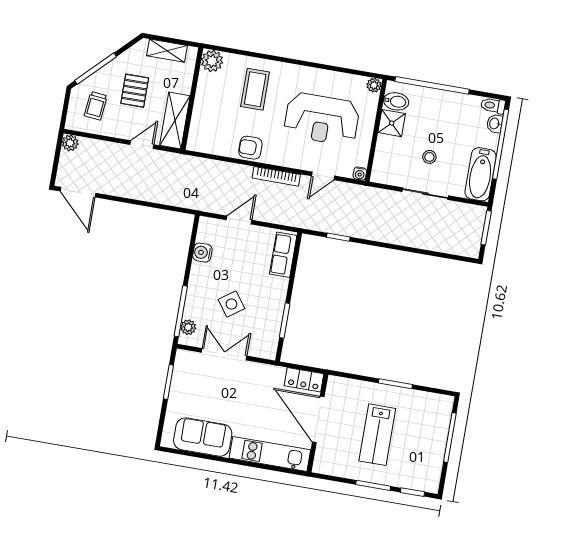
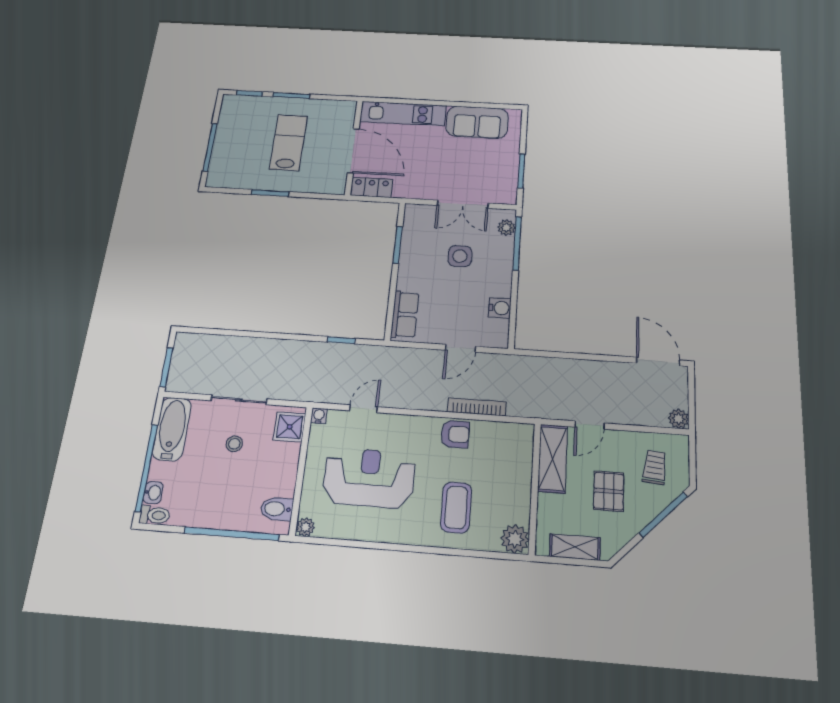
shower: (392, 123) -> (290, 427), moved
bookcase: (276, 176) -> (477, 407), moved
side table: (231, 304) -> (460, 256), turned 36

